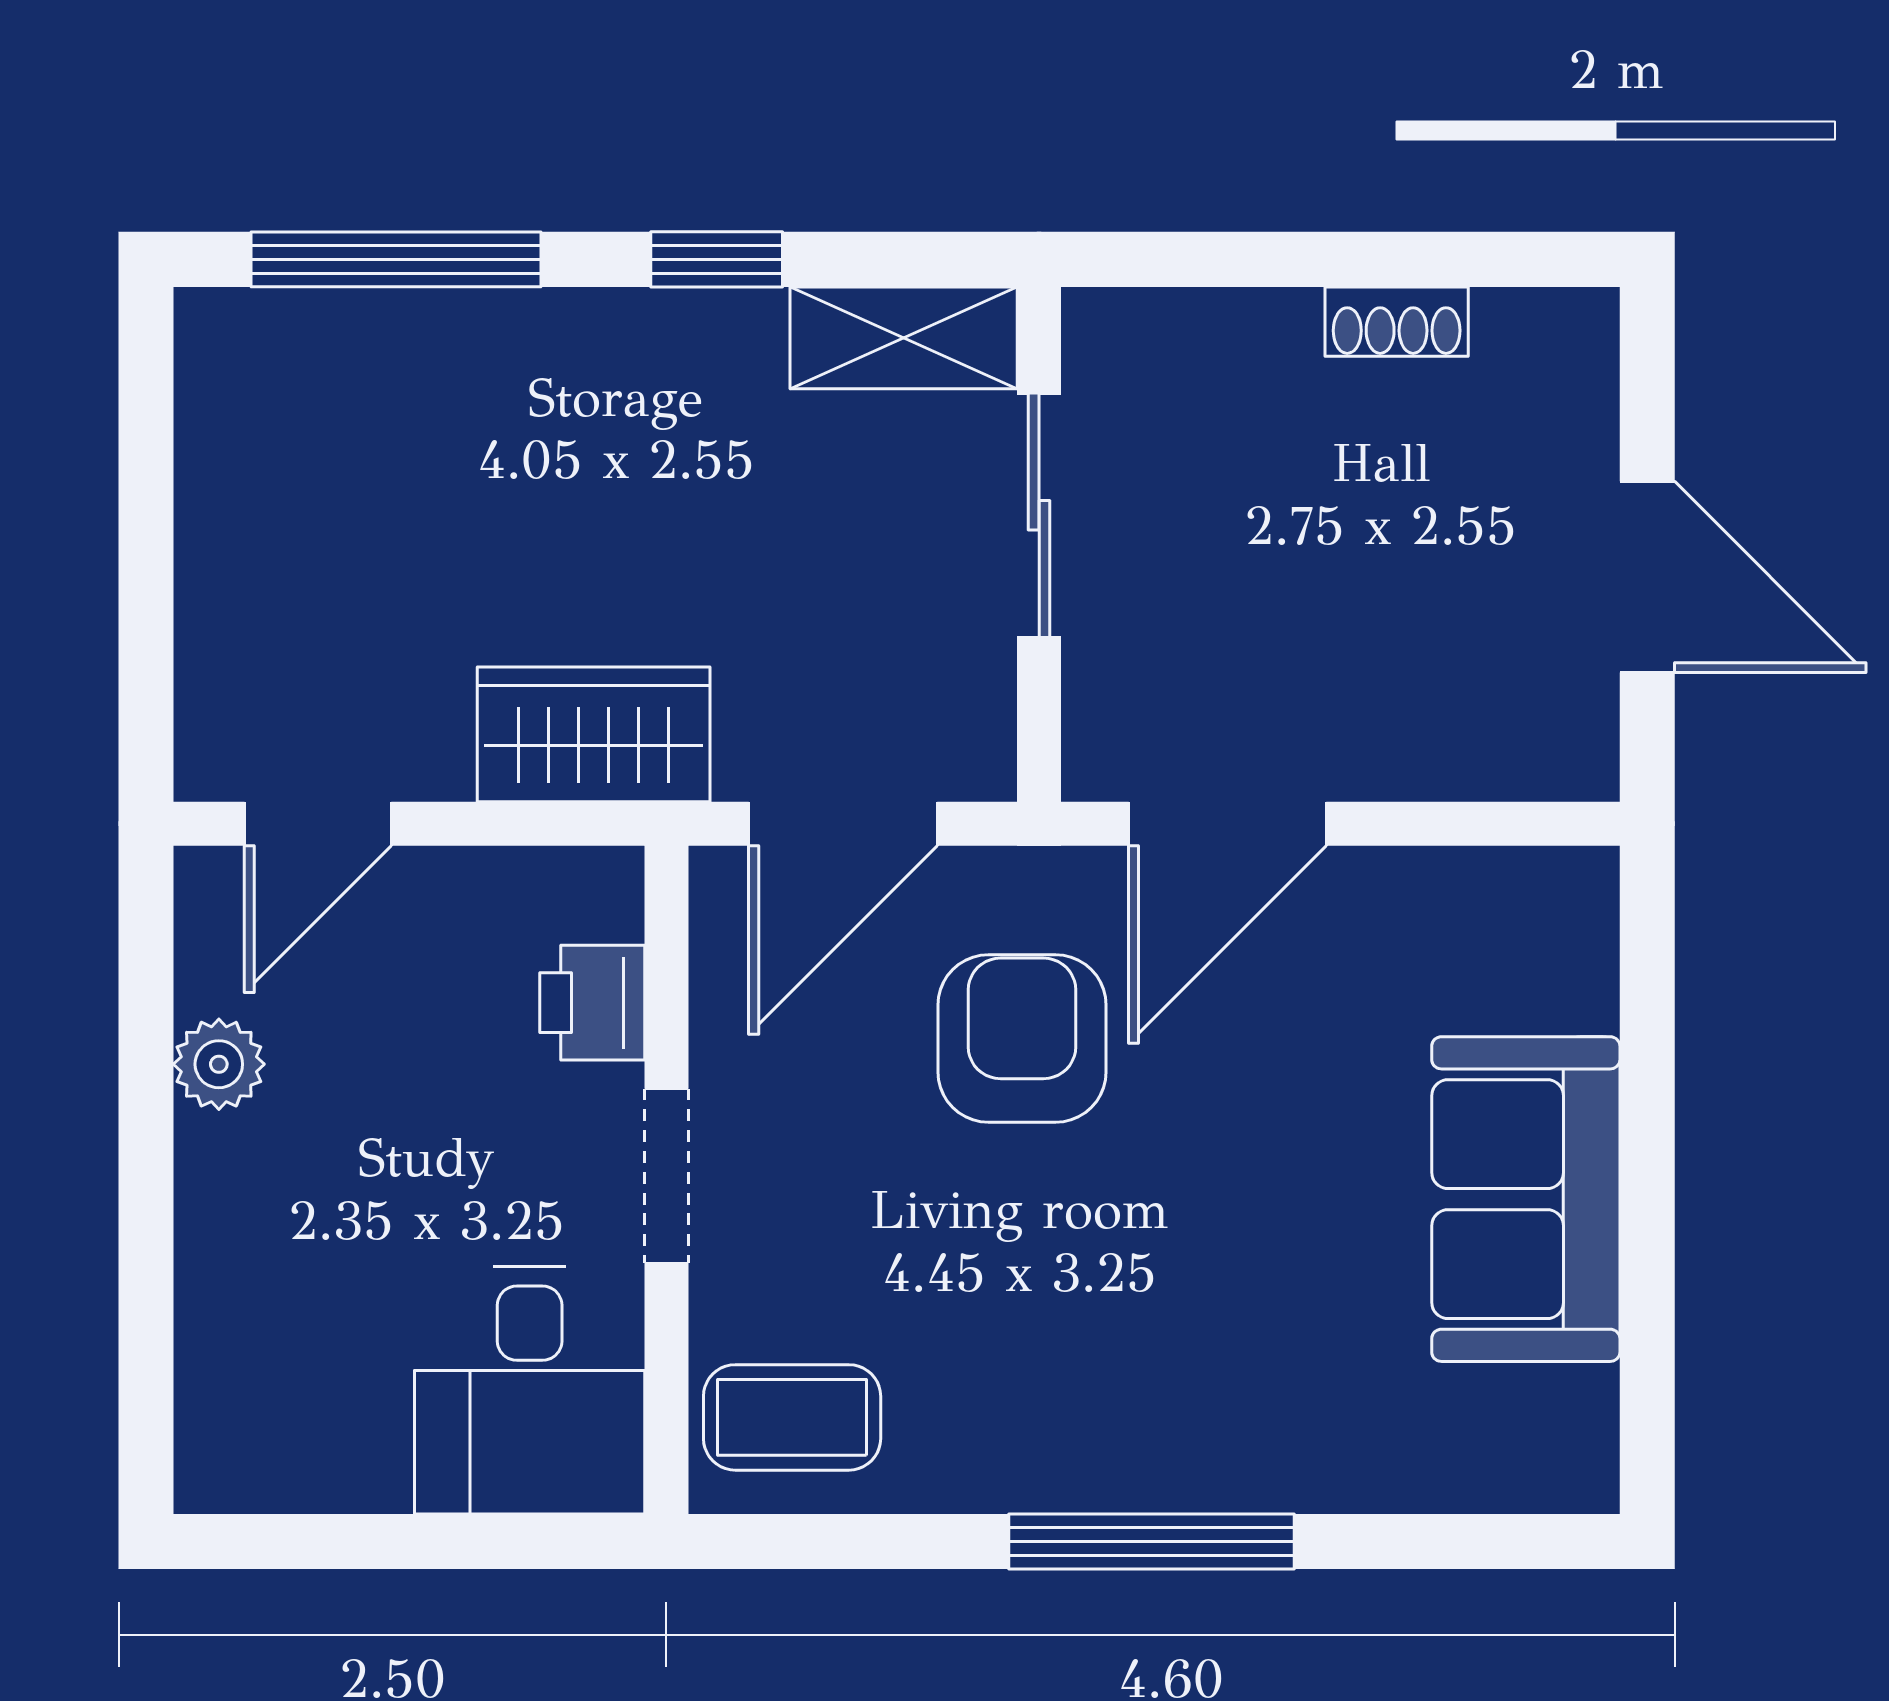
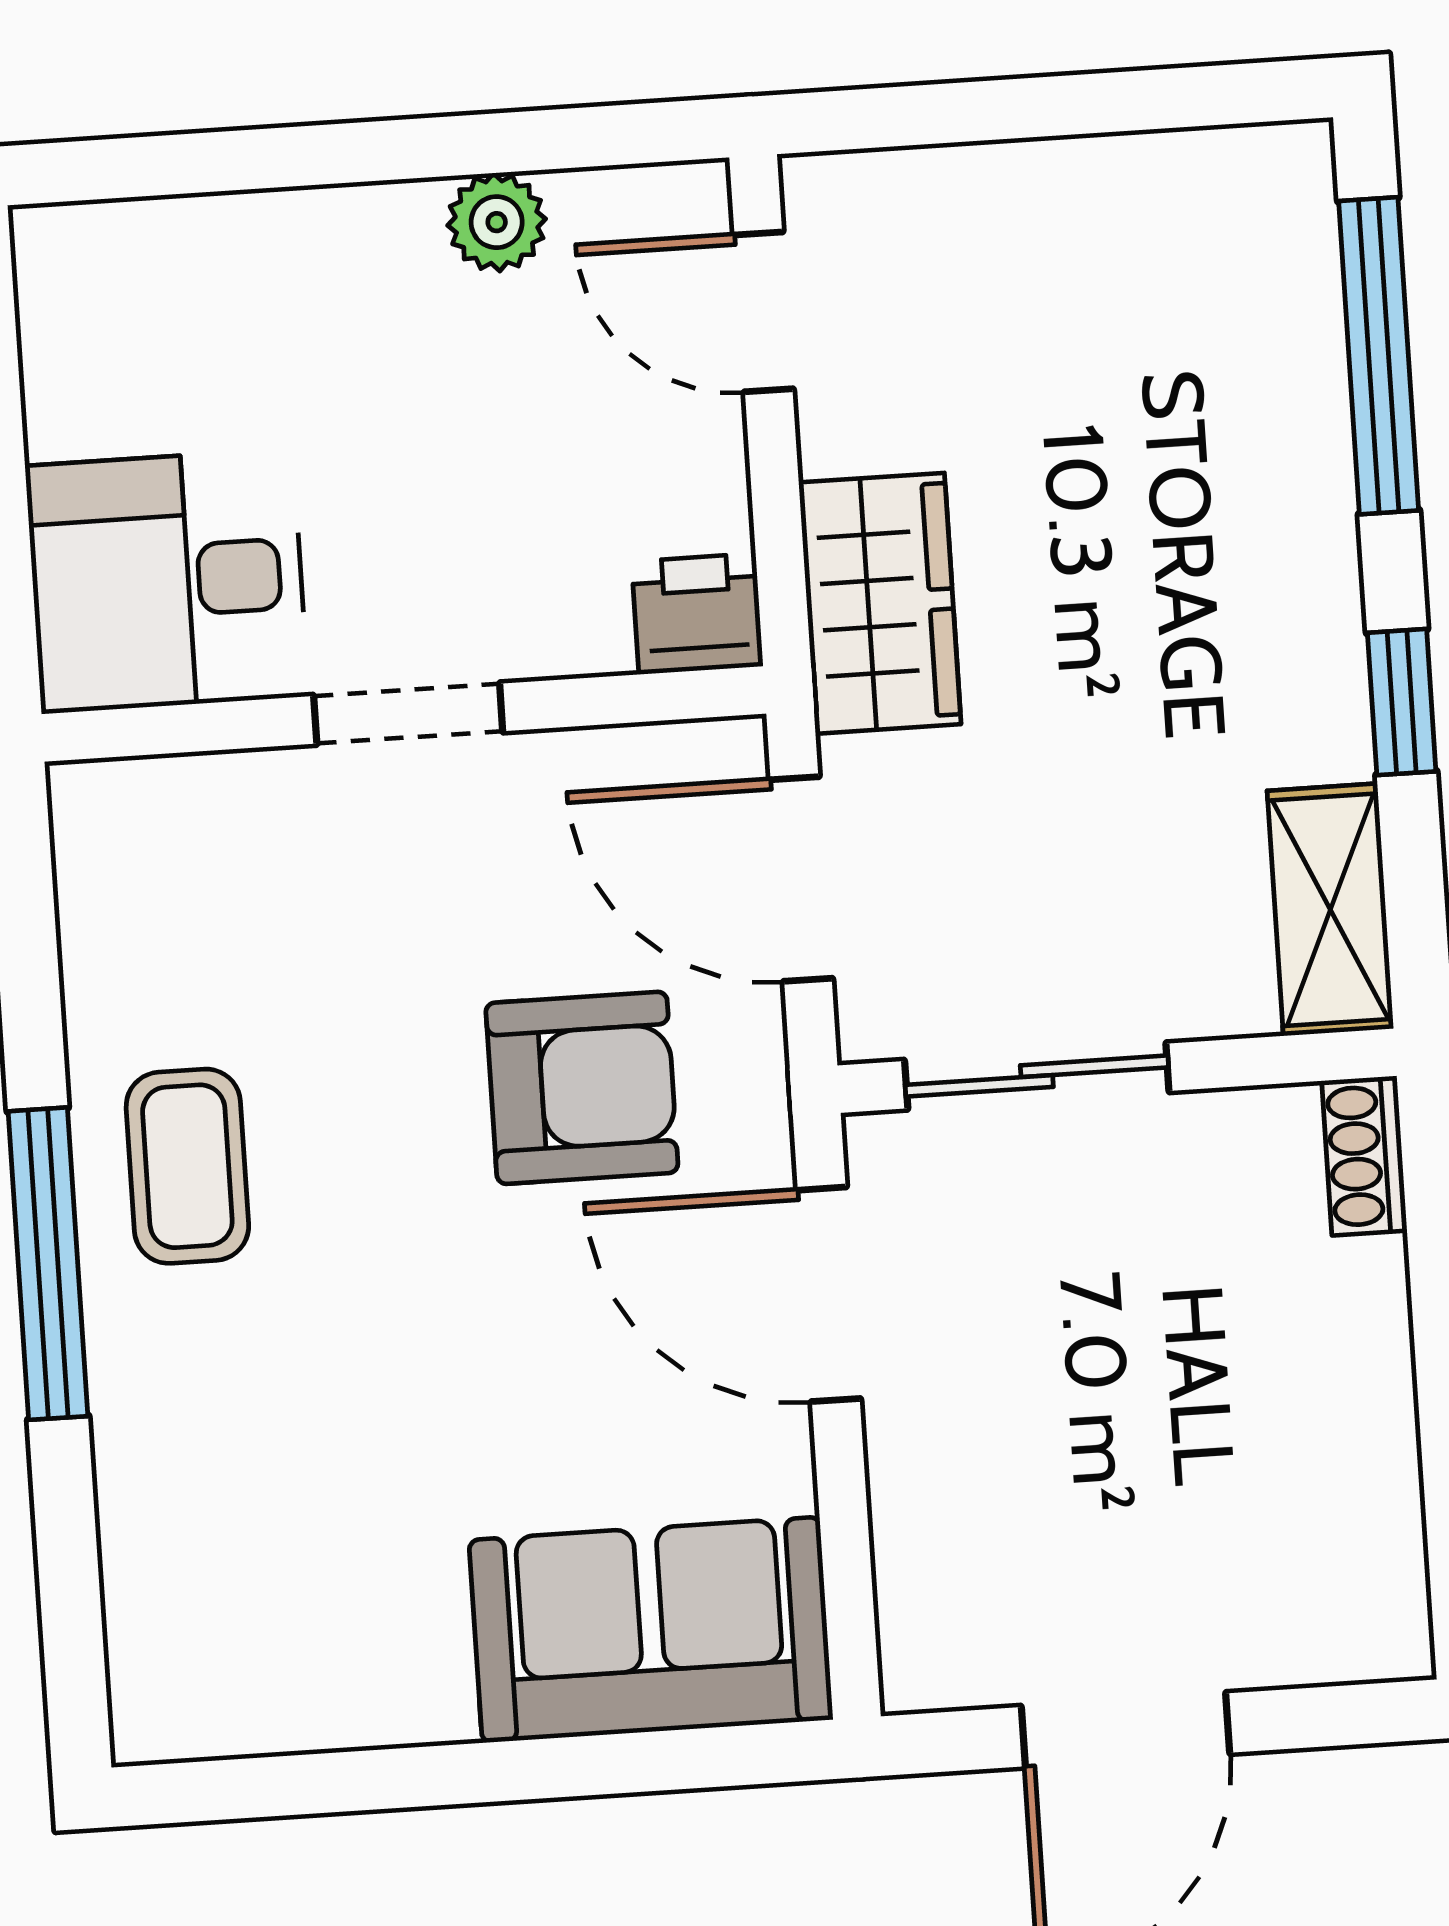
shoe rack: (1397, 322) -> (1364, 1156), moved
sliding door: (1039, 515) -> (1037, 1076), moved
printer: (592, 1003) -> (697, 614), moved
sofa: (1526, 1199) -> (651, 1630), moved
coffee table: (792, 1417) -> (187, 1166), moved

